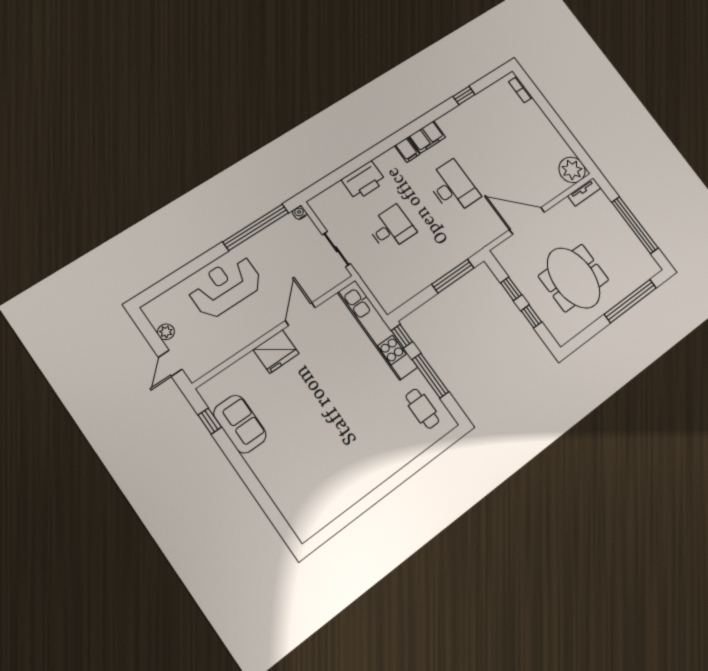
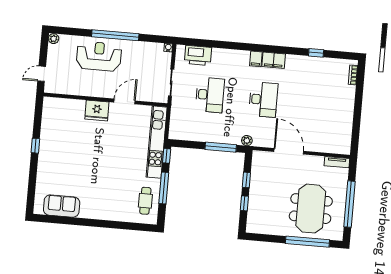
plant: (572, 170) -> (247, 141), moved, width x0.53, depth x0.53
printer: (364, 181) -> (198, 55), moved
window: (256, 227) -> (115, 35), moved
desk: (391, 228) -> (210, 95), width x1.37
meeting table: (574, 278) -> (311, 209), moved
plant: (166, 332) -> (54, 39), moved
window: (210, 421) -> (35, 146), moved
sofa: (240, 424) -> (62, 206), moved, turned -90

